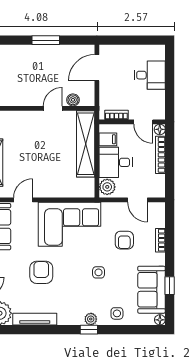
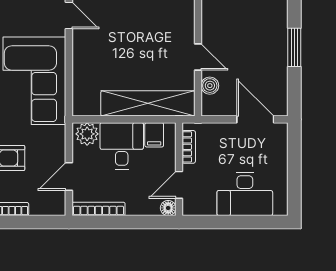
desk: (150, 75) -> (245, 194), width x1.37
bookcase: (160, 155) -> (99, 209), moved

